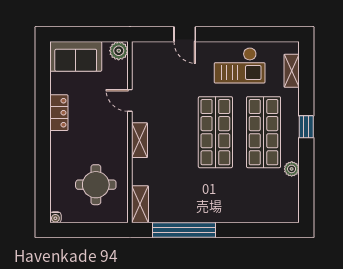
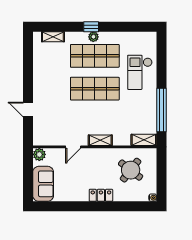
door: (185, 34) -> (28, 110), swing flipped
checkout: (240, 65) -> (140, 72), moved, turned 180
locker: (59, 113) -> (101, 195), moved
plant: (292, 169) -> (93, 37), moved
round table: (96, 185) -> (131, 170), turned 38

